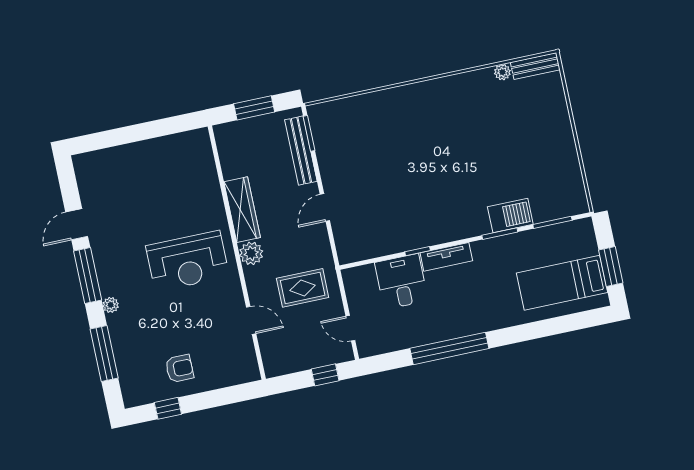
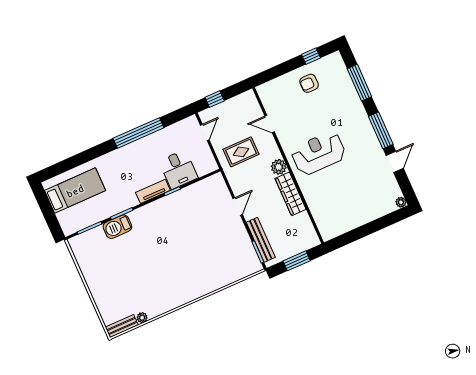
window: (611, 266) -> (46, 208), removed
plant: (111, 305) -> (401, 202), moved
door: (350, 328) -> (205, 132), hinge flipped

